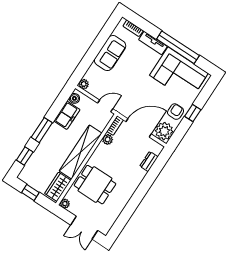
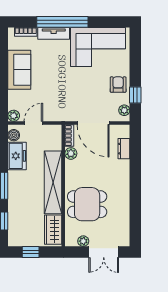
window: (178, 47) -> (62, 22), moved
door: (105, 106) -> (33, 123), moved
window: (193, 113) -> (135, 95), moved
door: (139, 128) -> (93, 123), swing flipped
plant: (164, 131) -> (124, 110), width x0.53, depth x0.53
plant: (65, 204) -> (83, 241), moved

